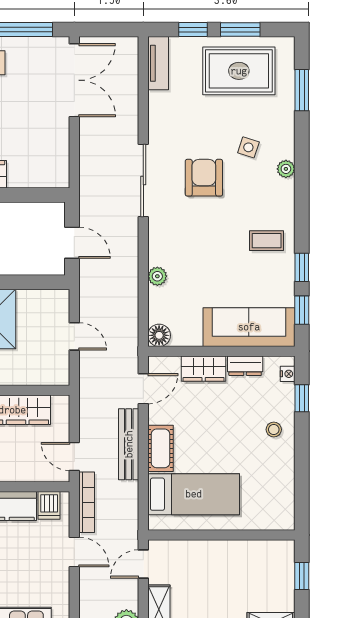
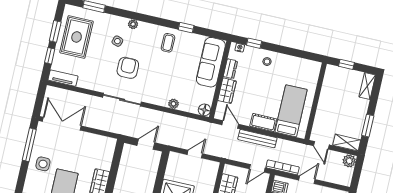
armchair: (204, 178) -> (128, 68), turned 90
window: (302, 310) -> (208, 33), removed

